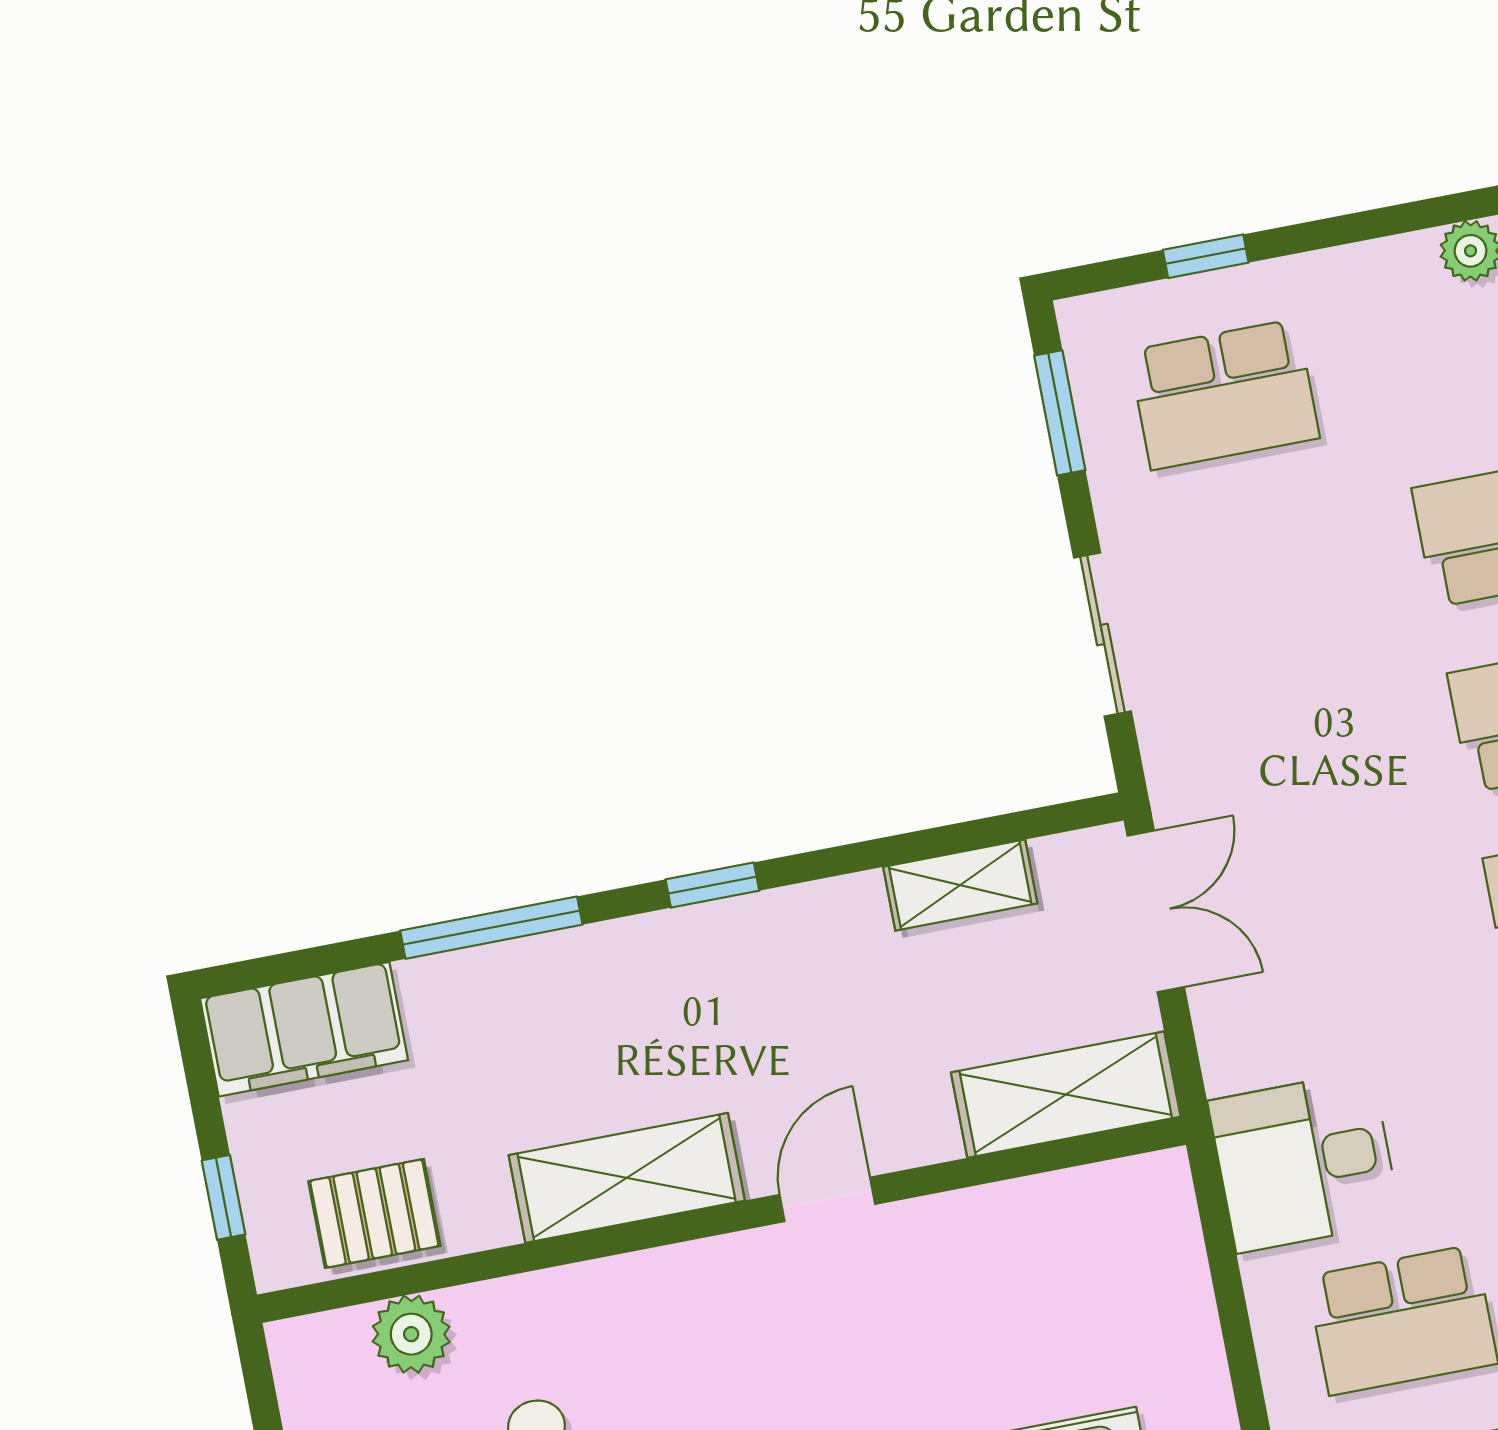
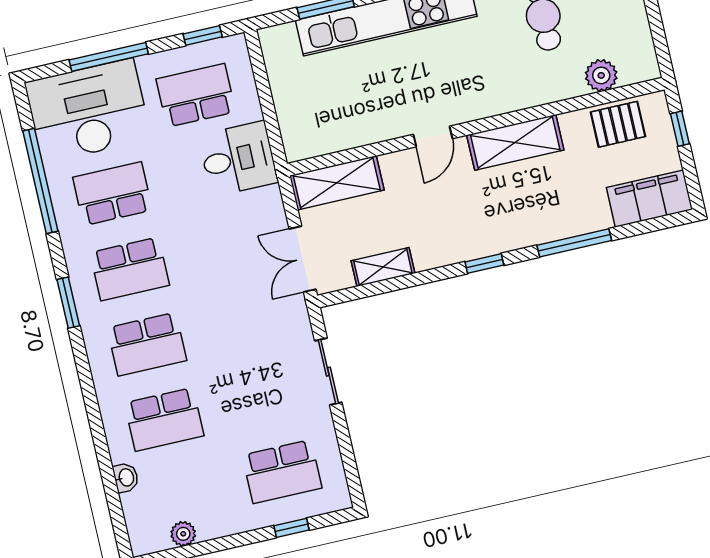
school desk: (1224, 394) -> (282, 472), turned 180
window: (1060, 413) -> (349, 462), removed

